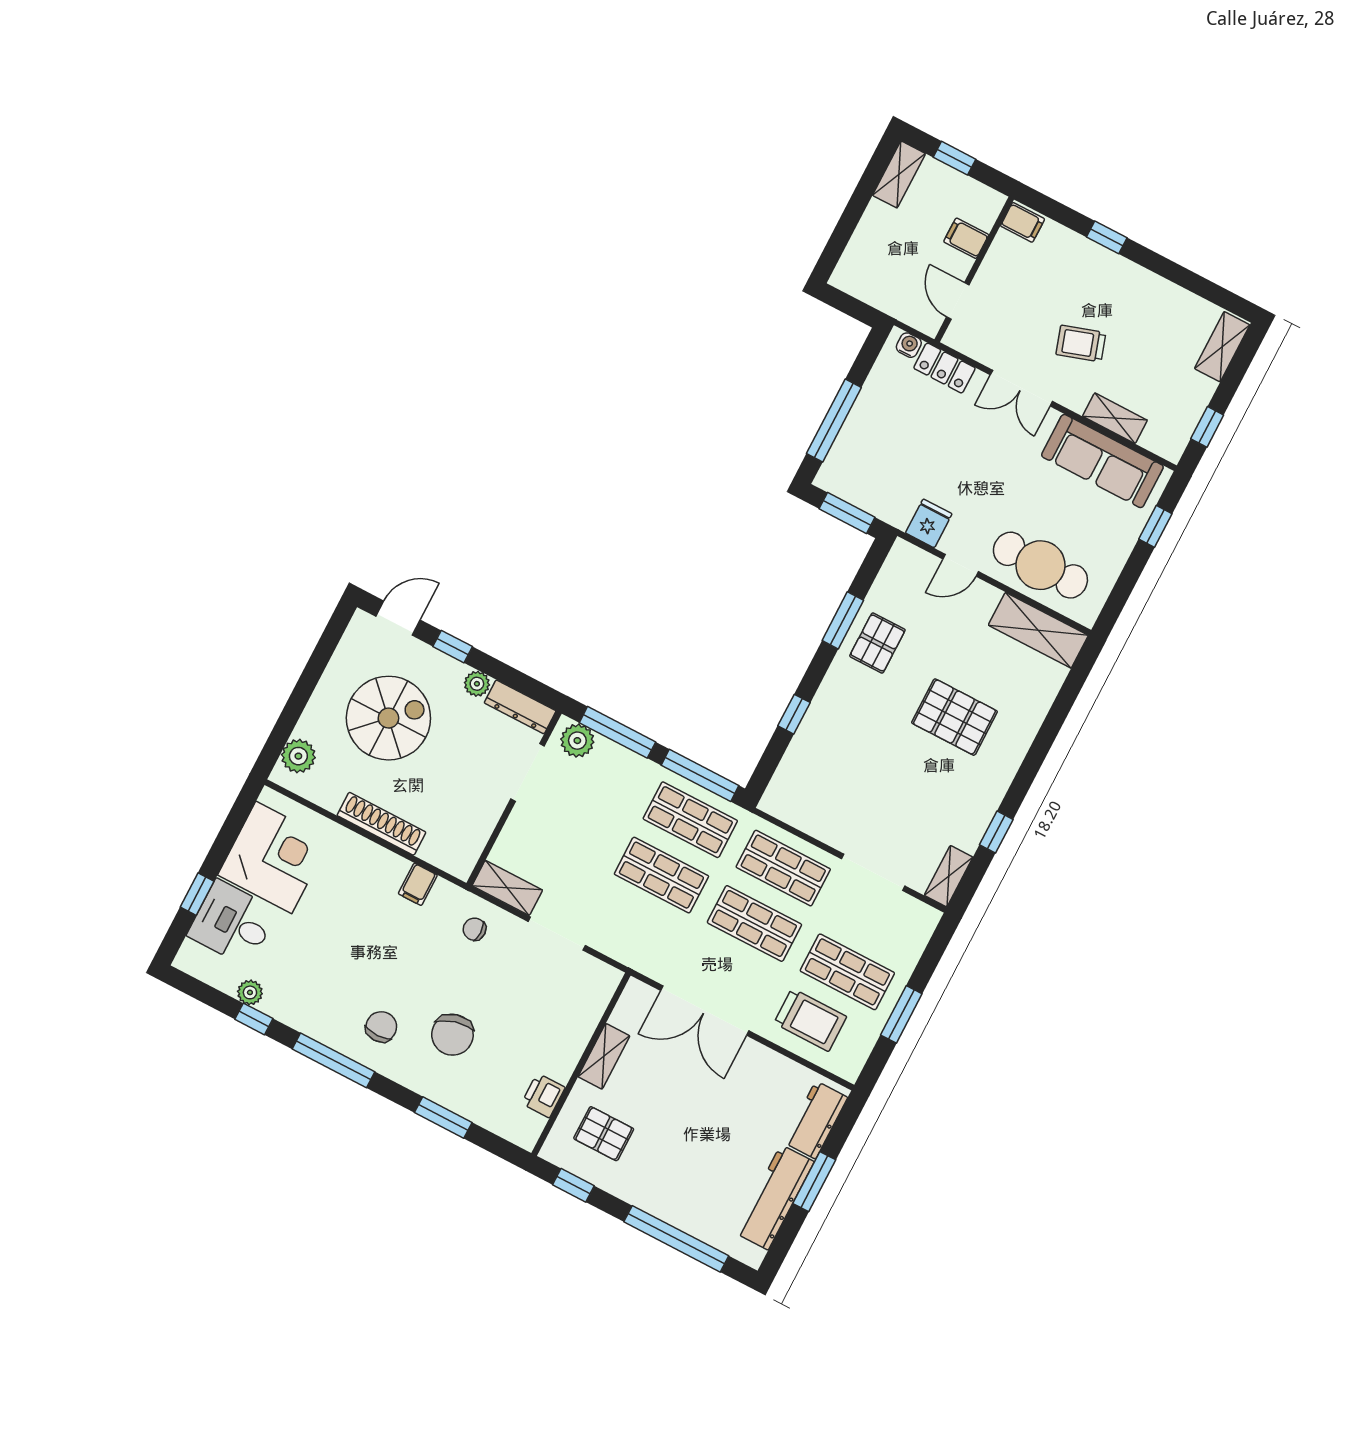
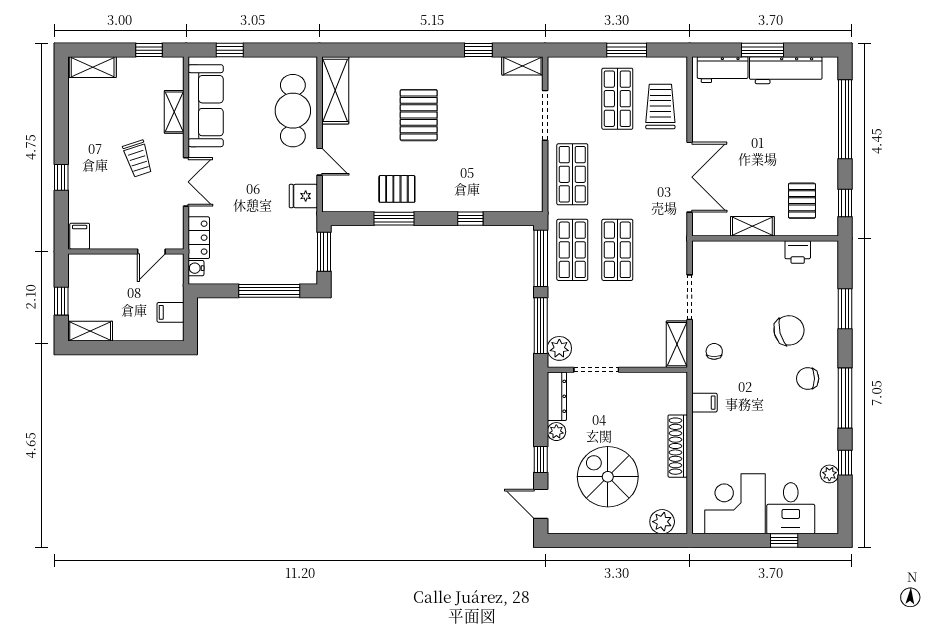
filing cabinet: (966, 238) -> (171, 312), moved, turned 90
shop shelf: (754, 923) -> (617, 174), removed
chair: (474, 929) -> (714, 351), turned 180

